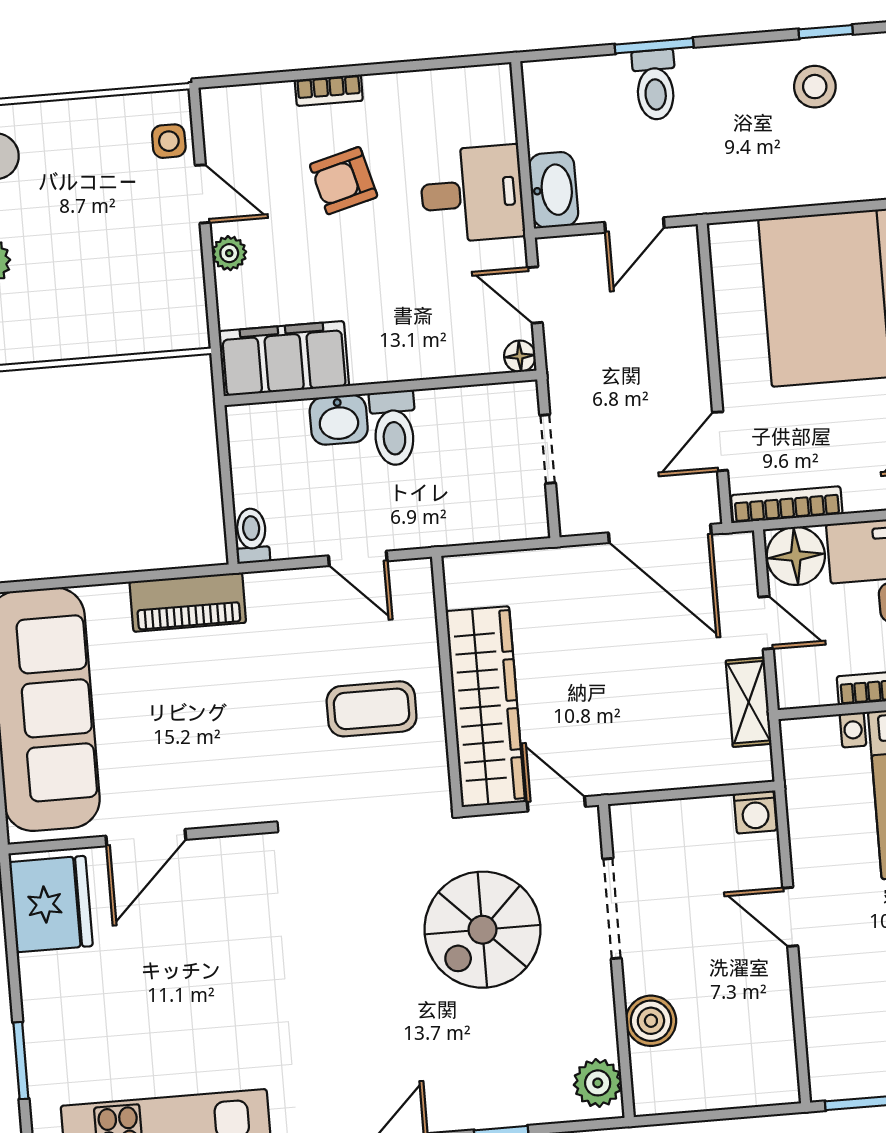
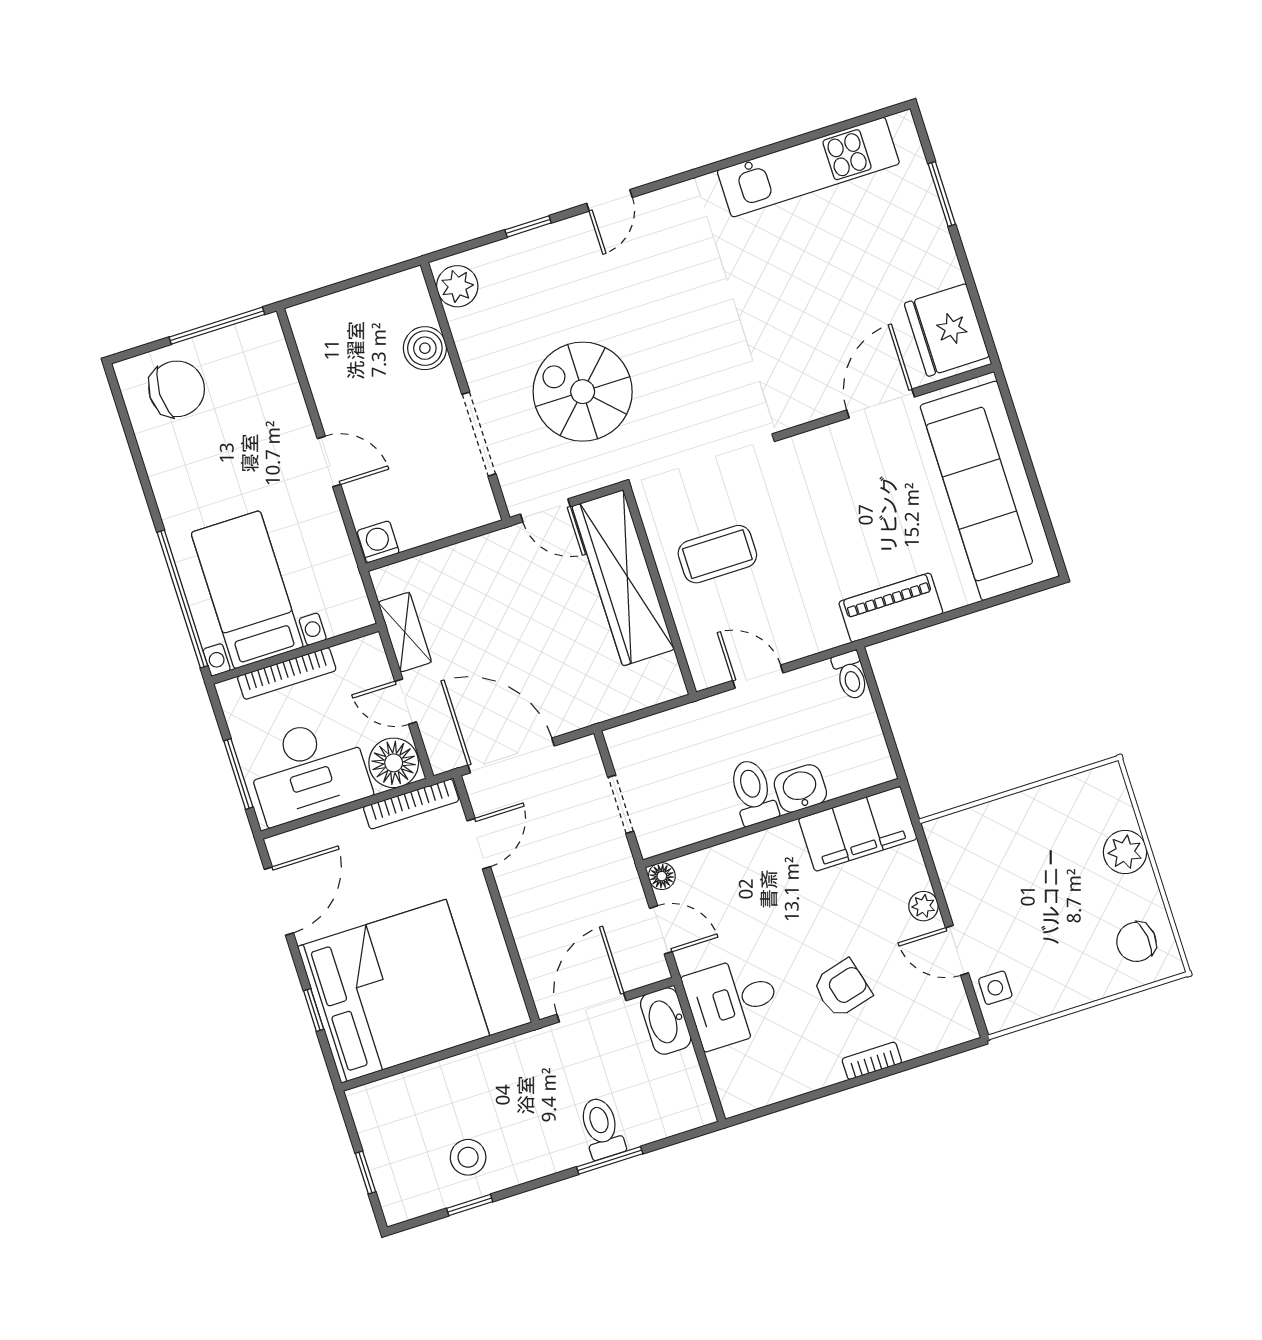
door: (634, 225) -> (592, 1007), width x1.38
spiral stairs: (482, 930) -> (583, 392), turned -90

